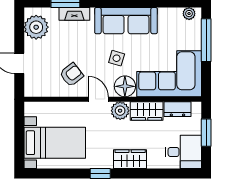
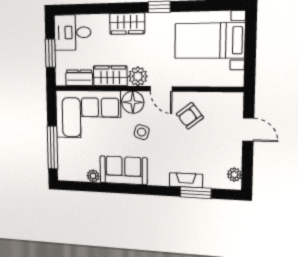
plant: (189, 14) -> (93, 176), moved
sofa: (126, 21) -> (123, 170), width x0.73
plant: (36, 27) -> (234, 175), width x0.53, depth x0.53

